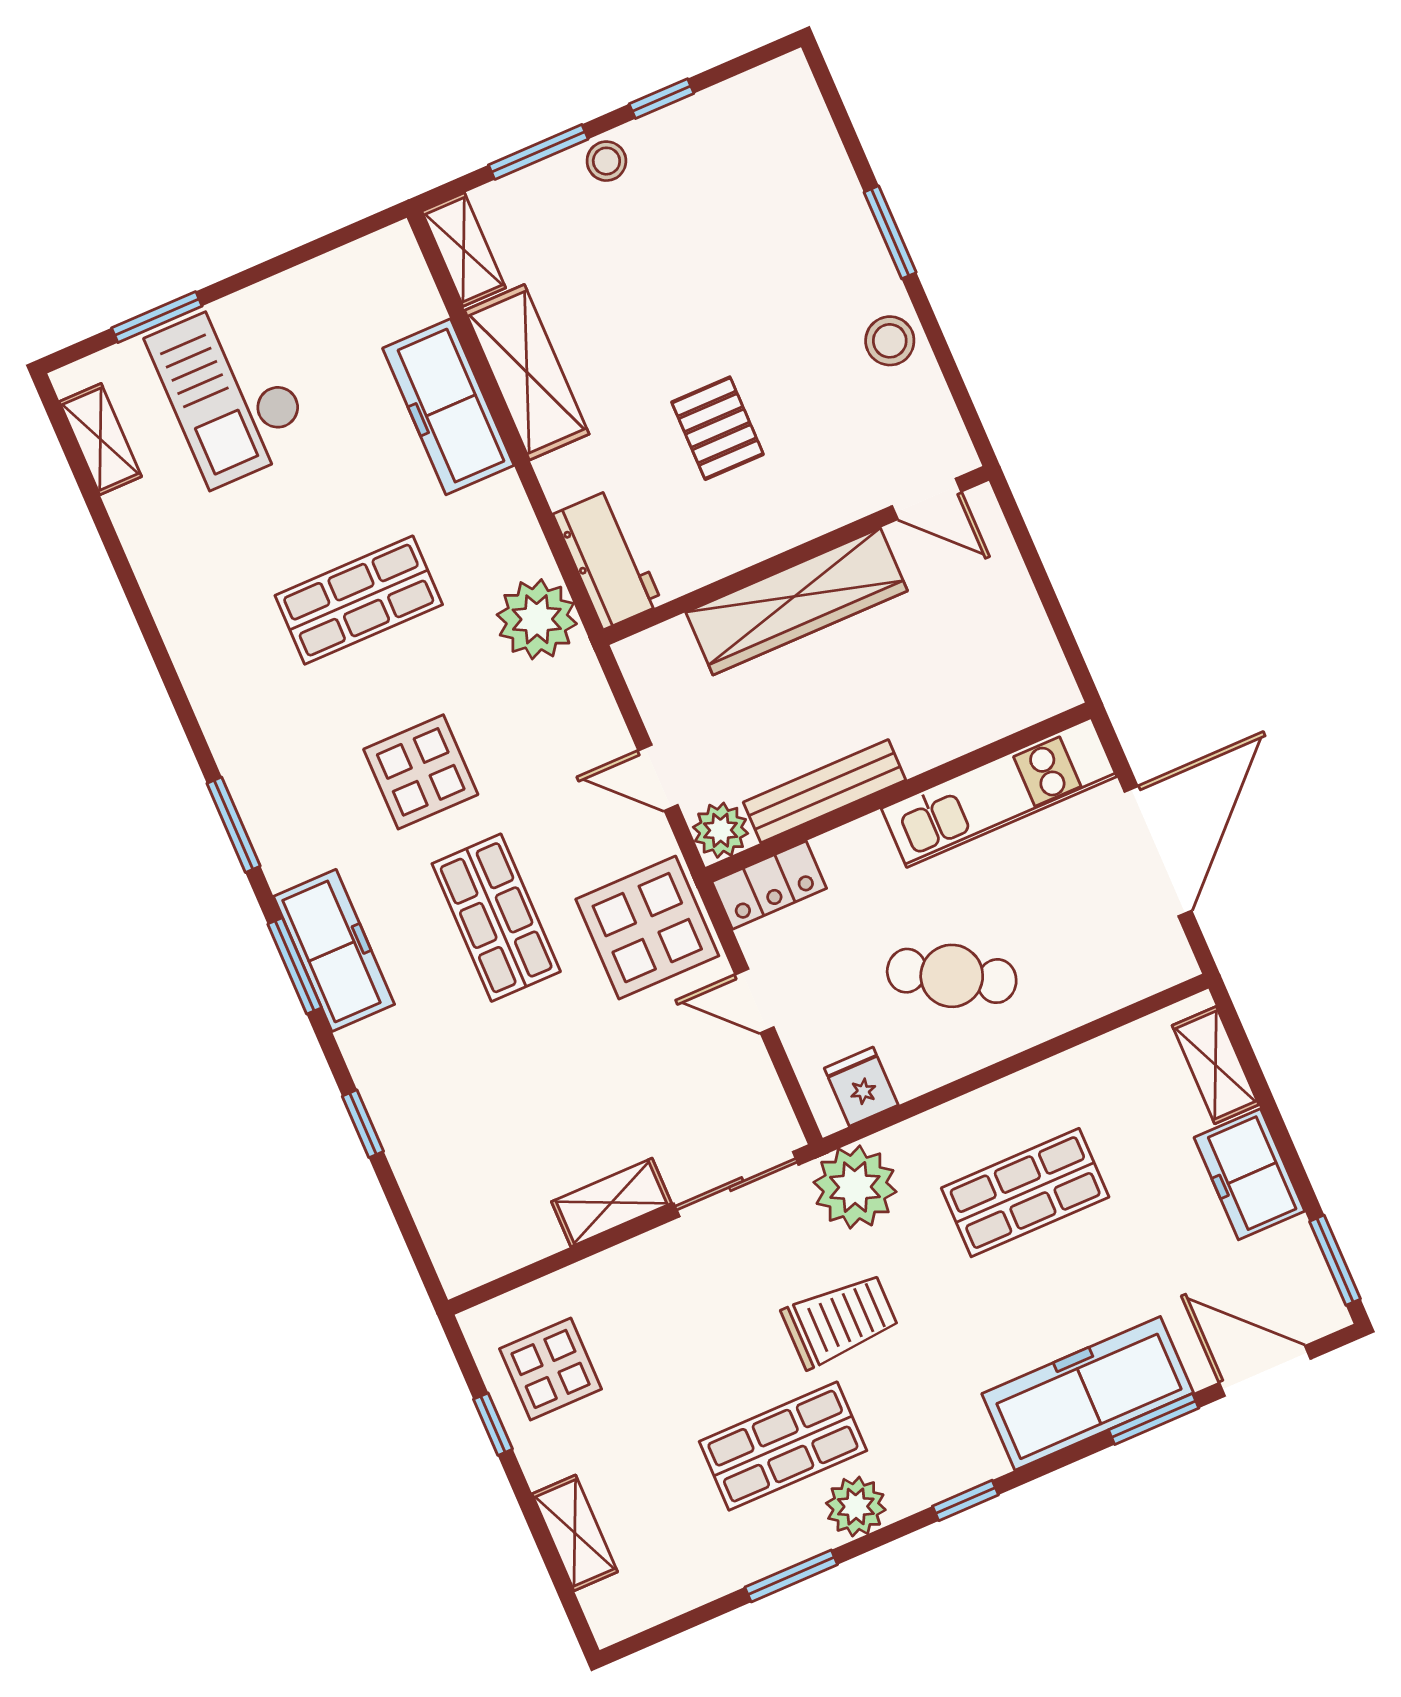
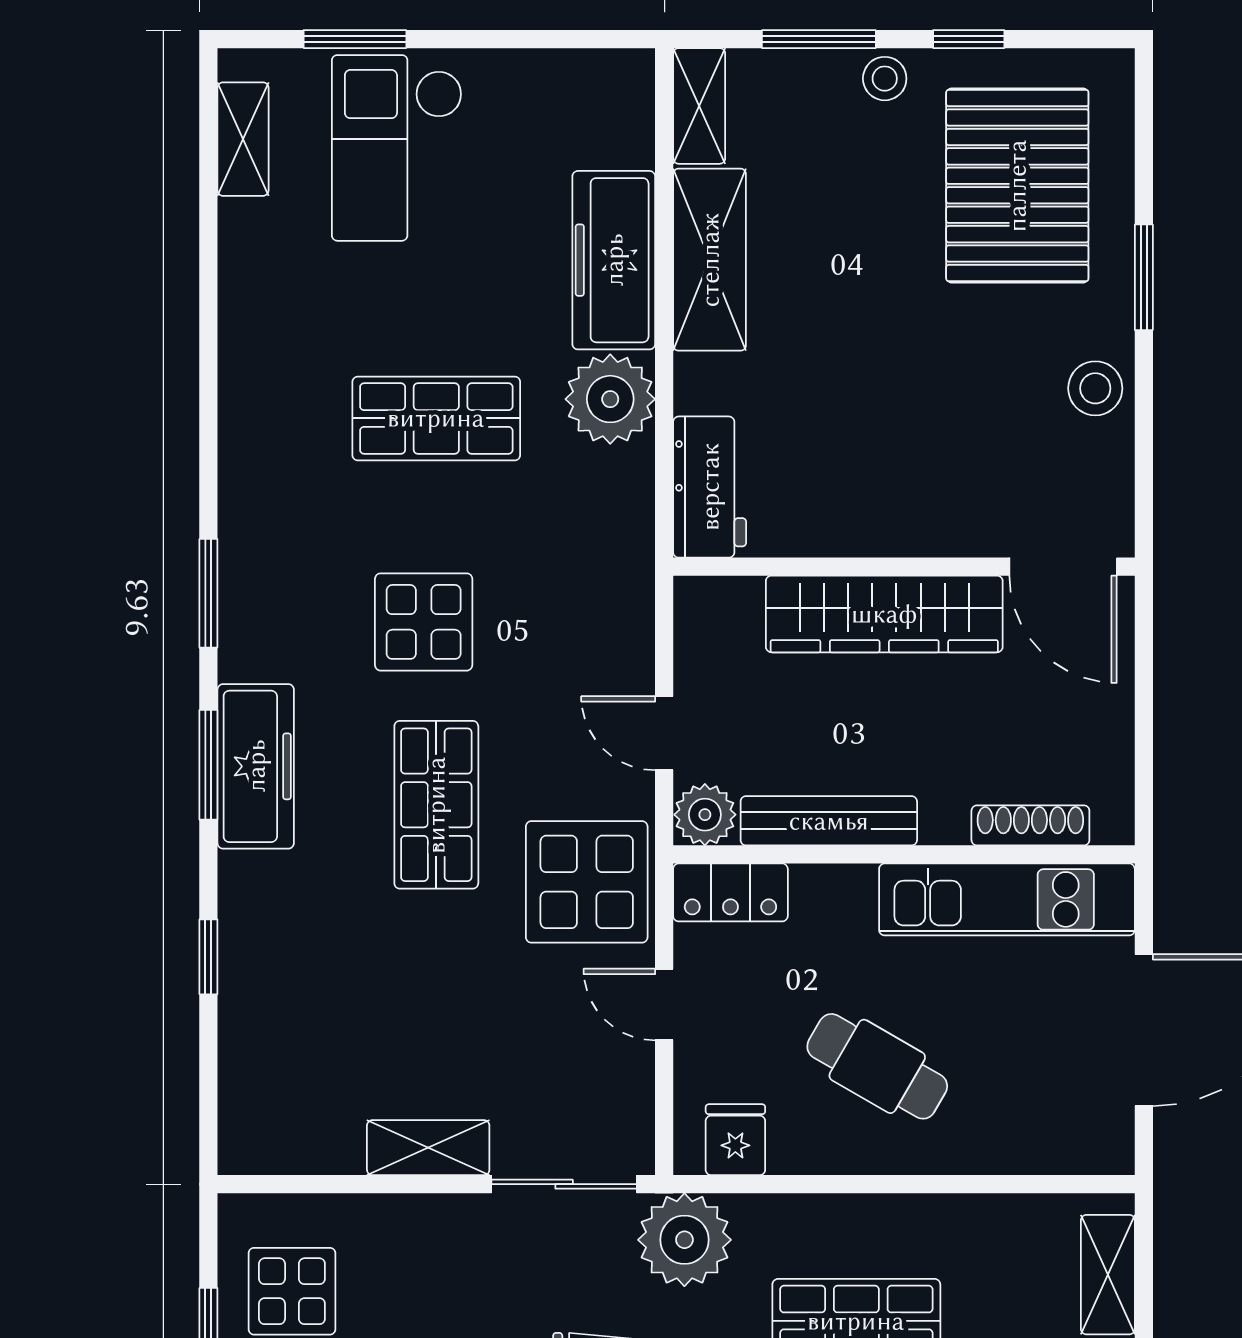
pallet: (718, 428) -> (1017, 186), moved, width x2.05, depth x2.00
door: (927, 499) -> (1063, 567), width x1.38
plant: (537, 619) -> (610, 399), moved
shoe rack: (992, 723) -> (1030, 825), added

